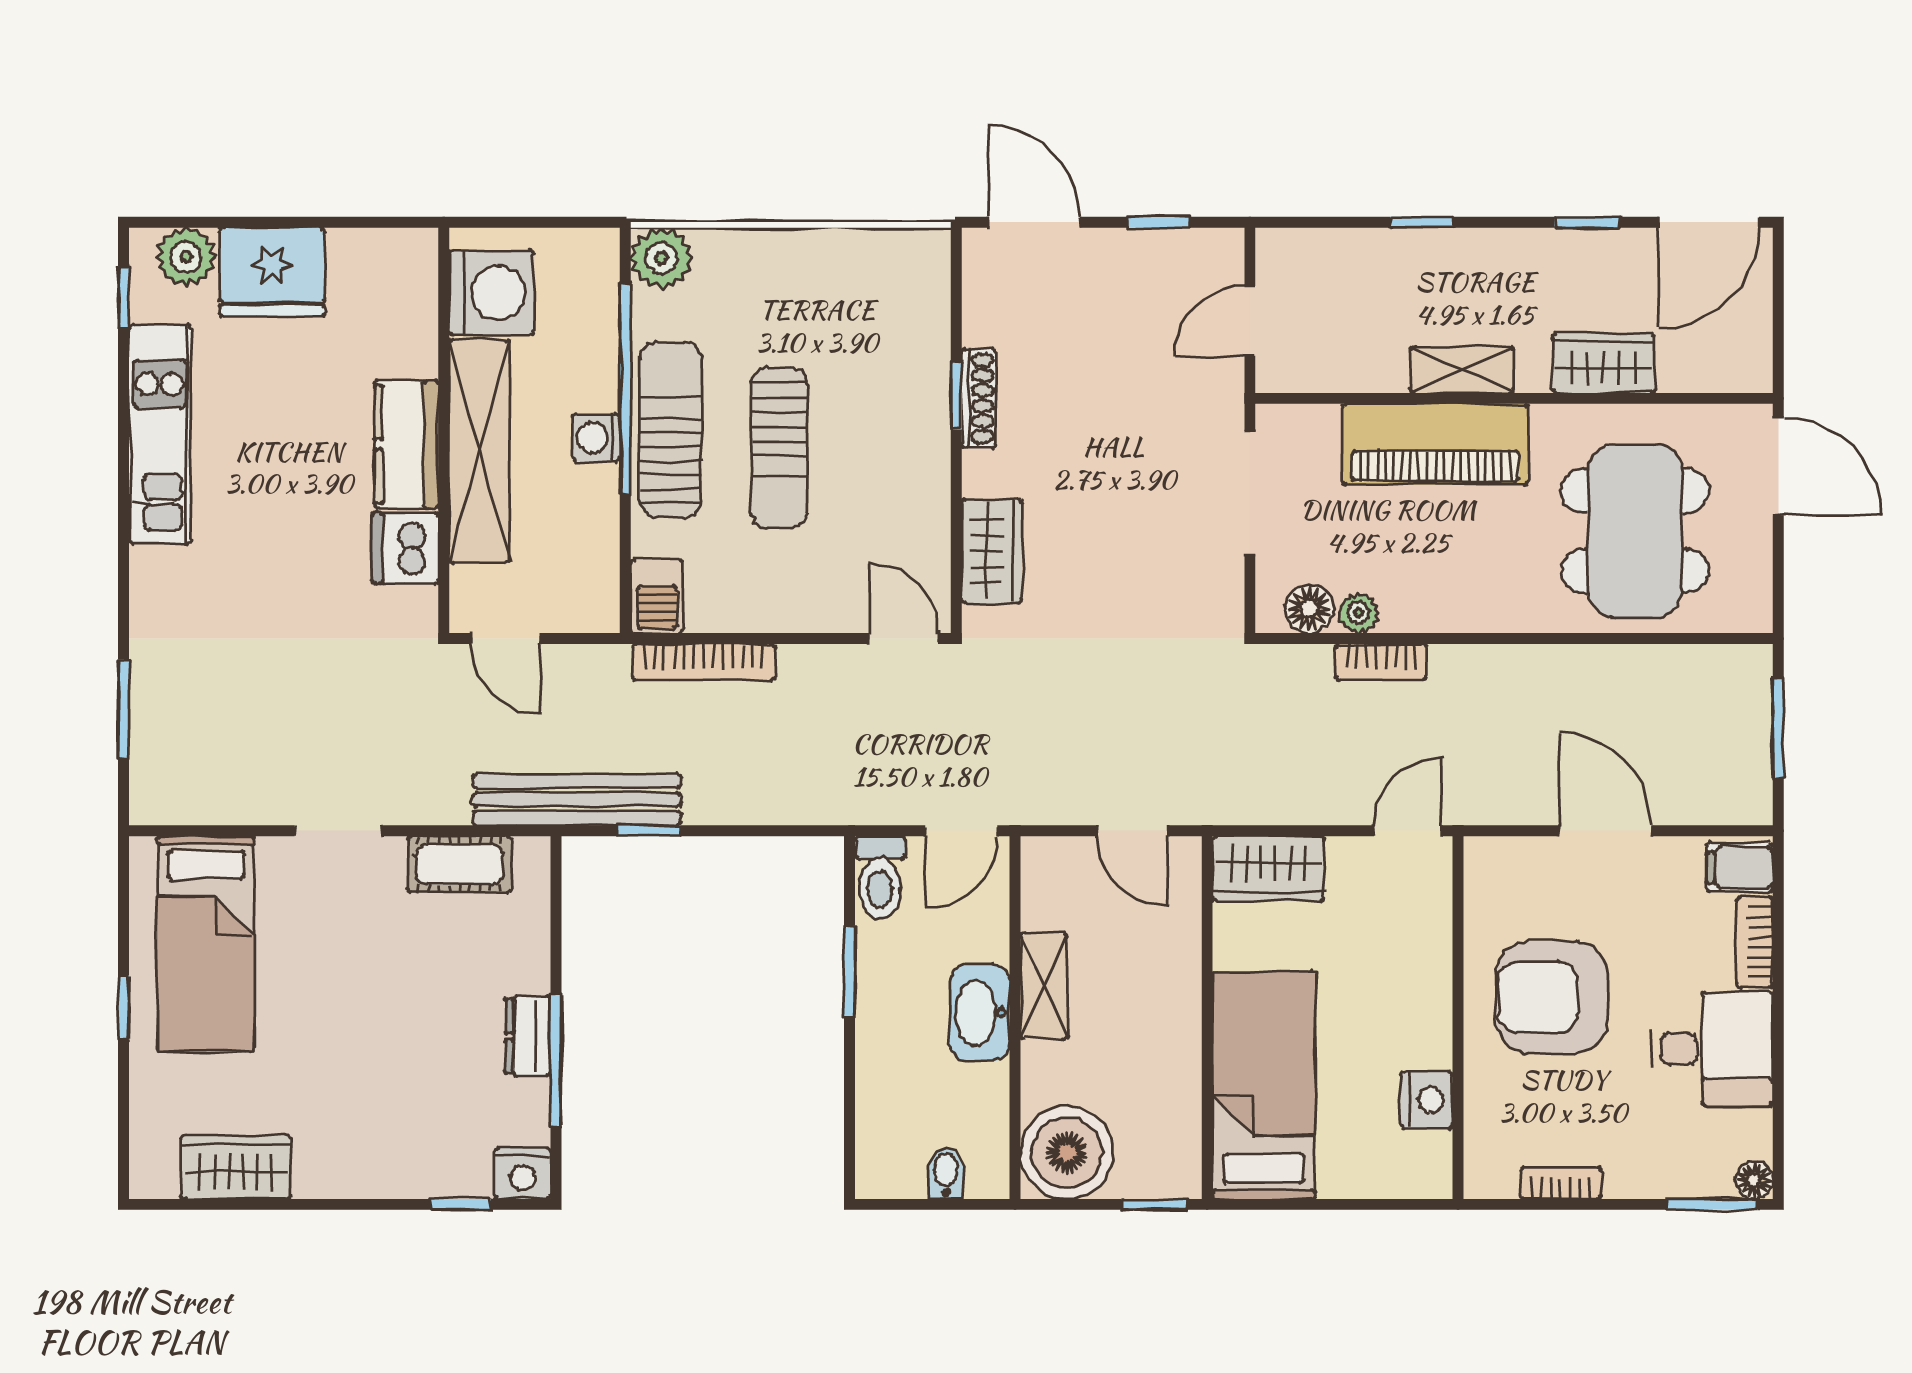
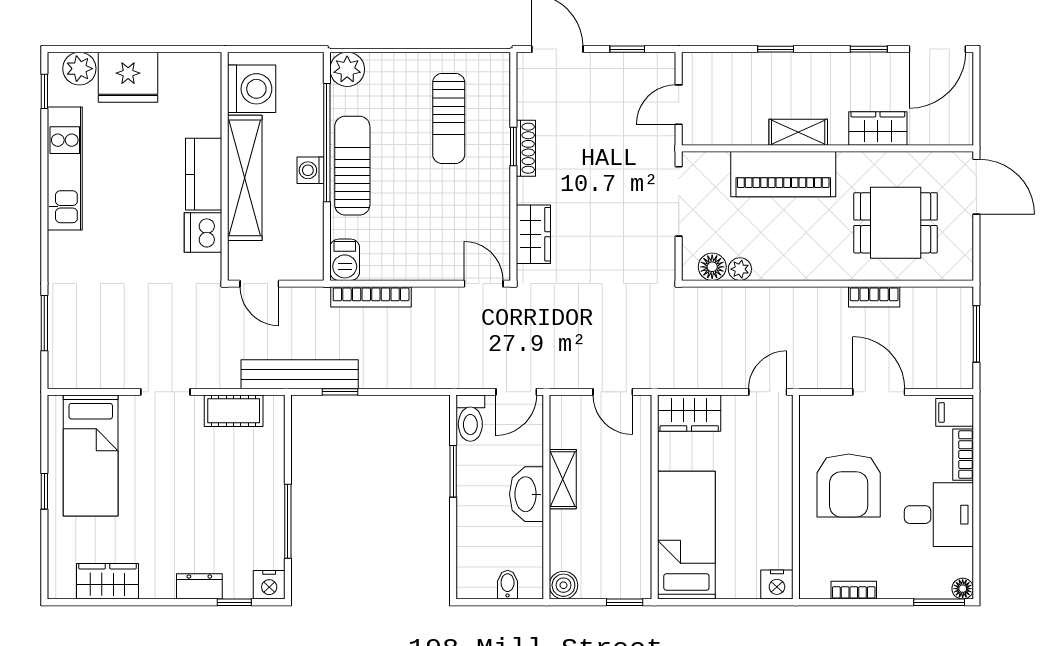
sun lounger: (780, 448) -> (449, 118), moved
dining table: (1635, 531) -> (896, 223), width x0.73
bookcase: (1381, 662) -> (874, 297), moved
armchair: (1552, 997) -> (849, 486), turned -90
dresser: (528, 1036) -> (199, 586), moved, turned 90
nightstand: (1427, 1100) -> (777, 585), moved, turned 90
boiler: (1067, 1153) -> (563, 585), width x0.54, depth x0.54

